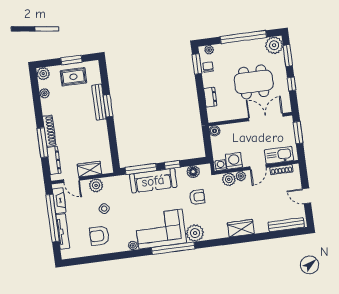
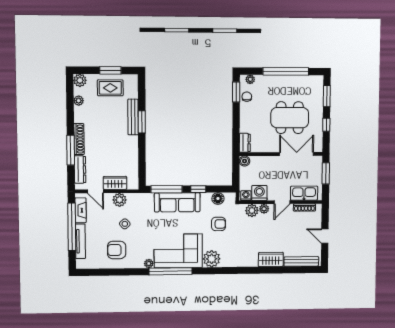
plant: (274, 45) -> (315, 84), removed
dresser: (210, 97) -> (245, 143), moved
wardrobe: (241, 228) -> (271, 259), moved
window: (173, 248) -> (171, 271), moved

